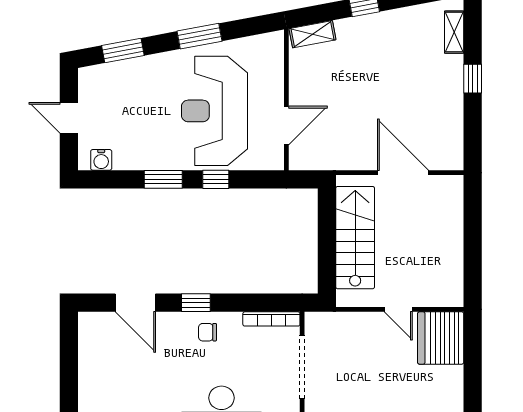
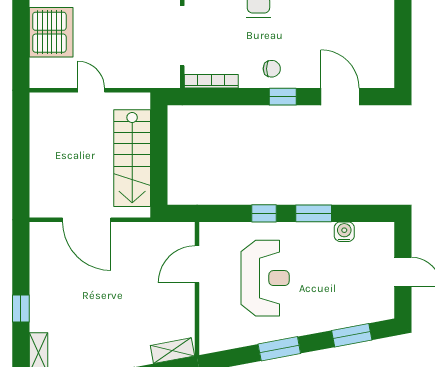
reception desk: (215, 111) -> (265, 278), width x0.74, depth x0.77
water cooler: (101, 160) -> (344, 232), moved
server rack: (441, 338) -> (51, 32), moved

